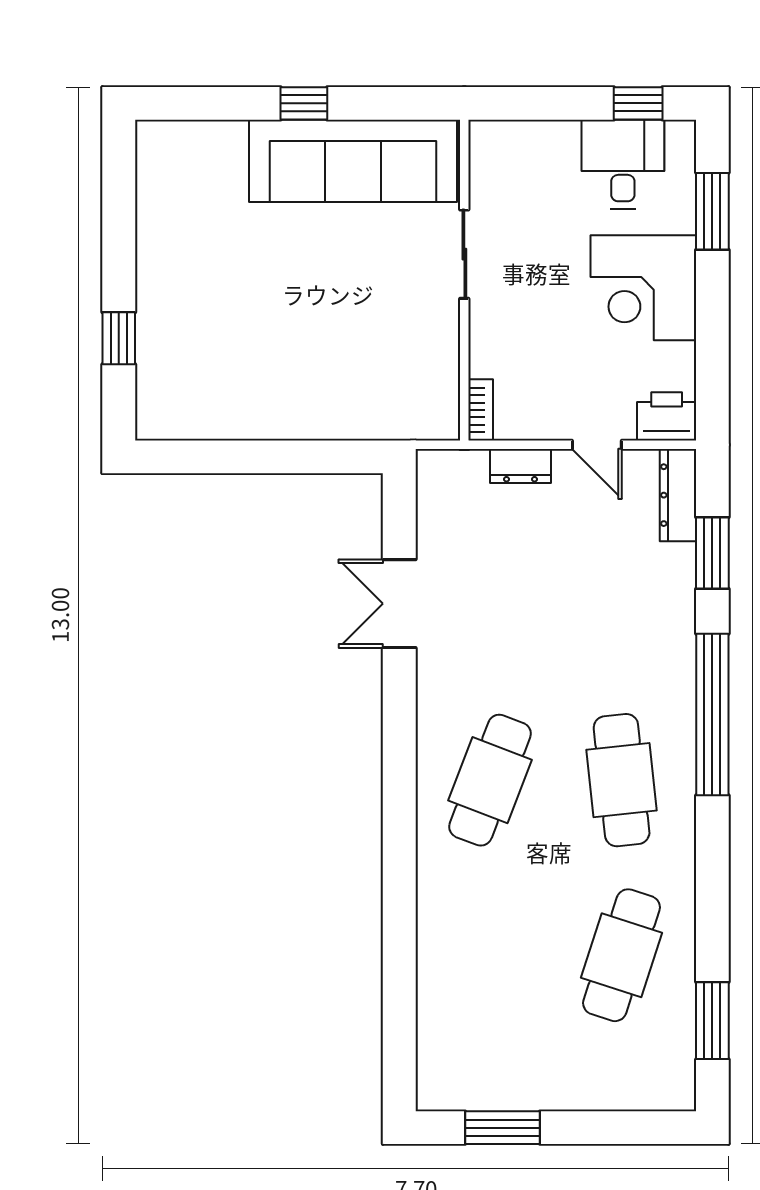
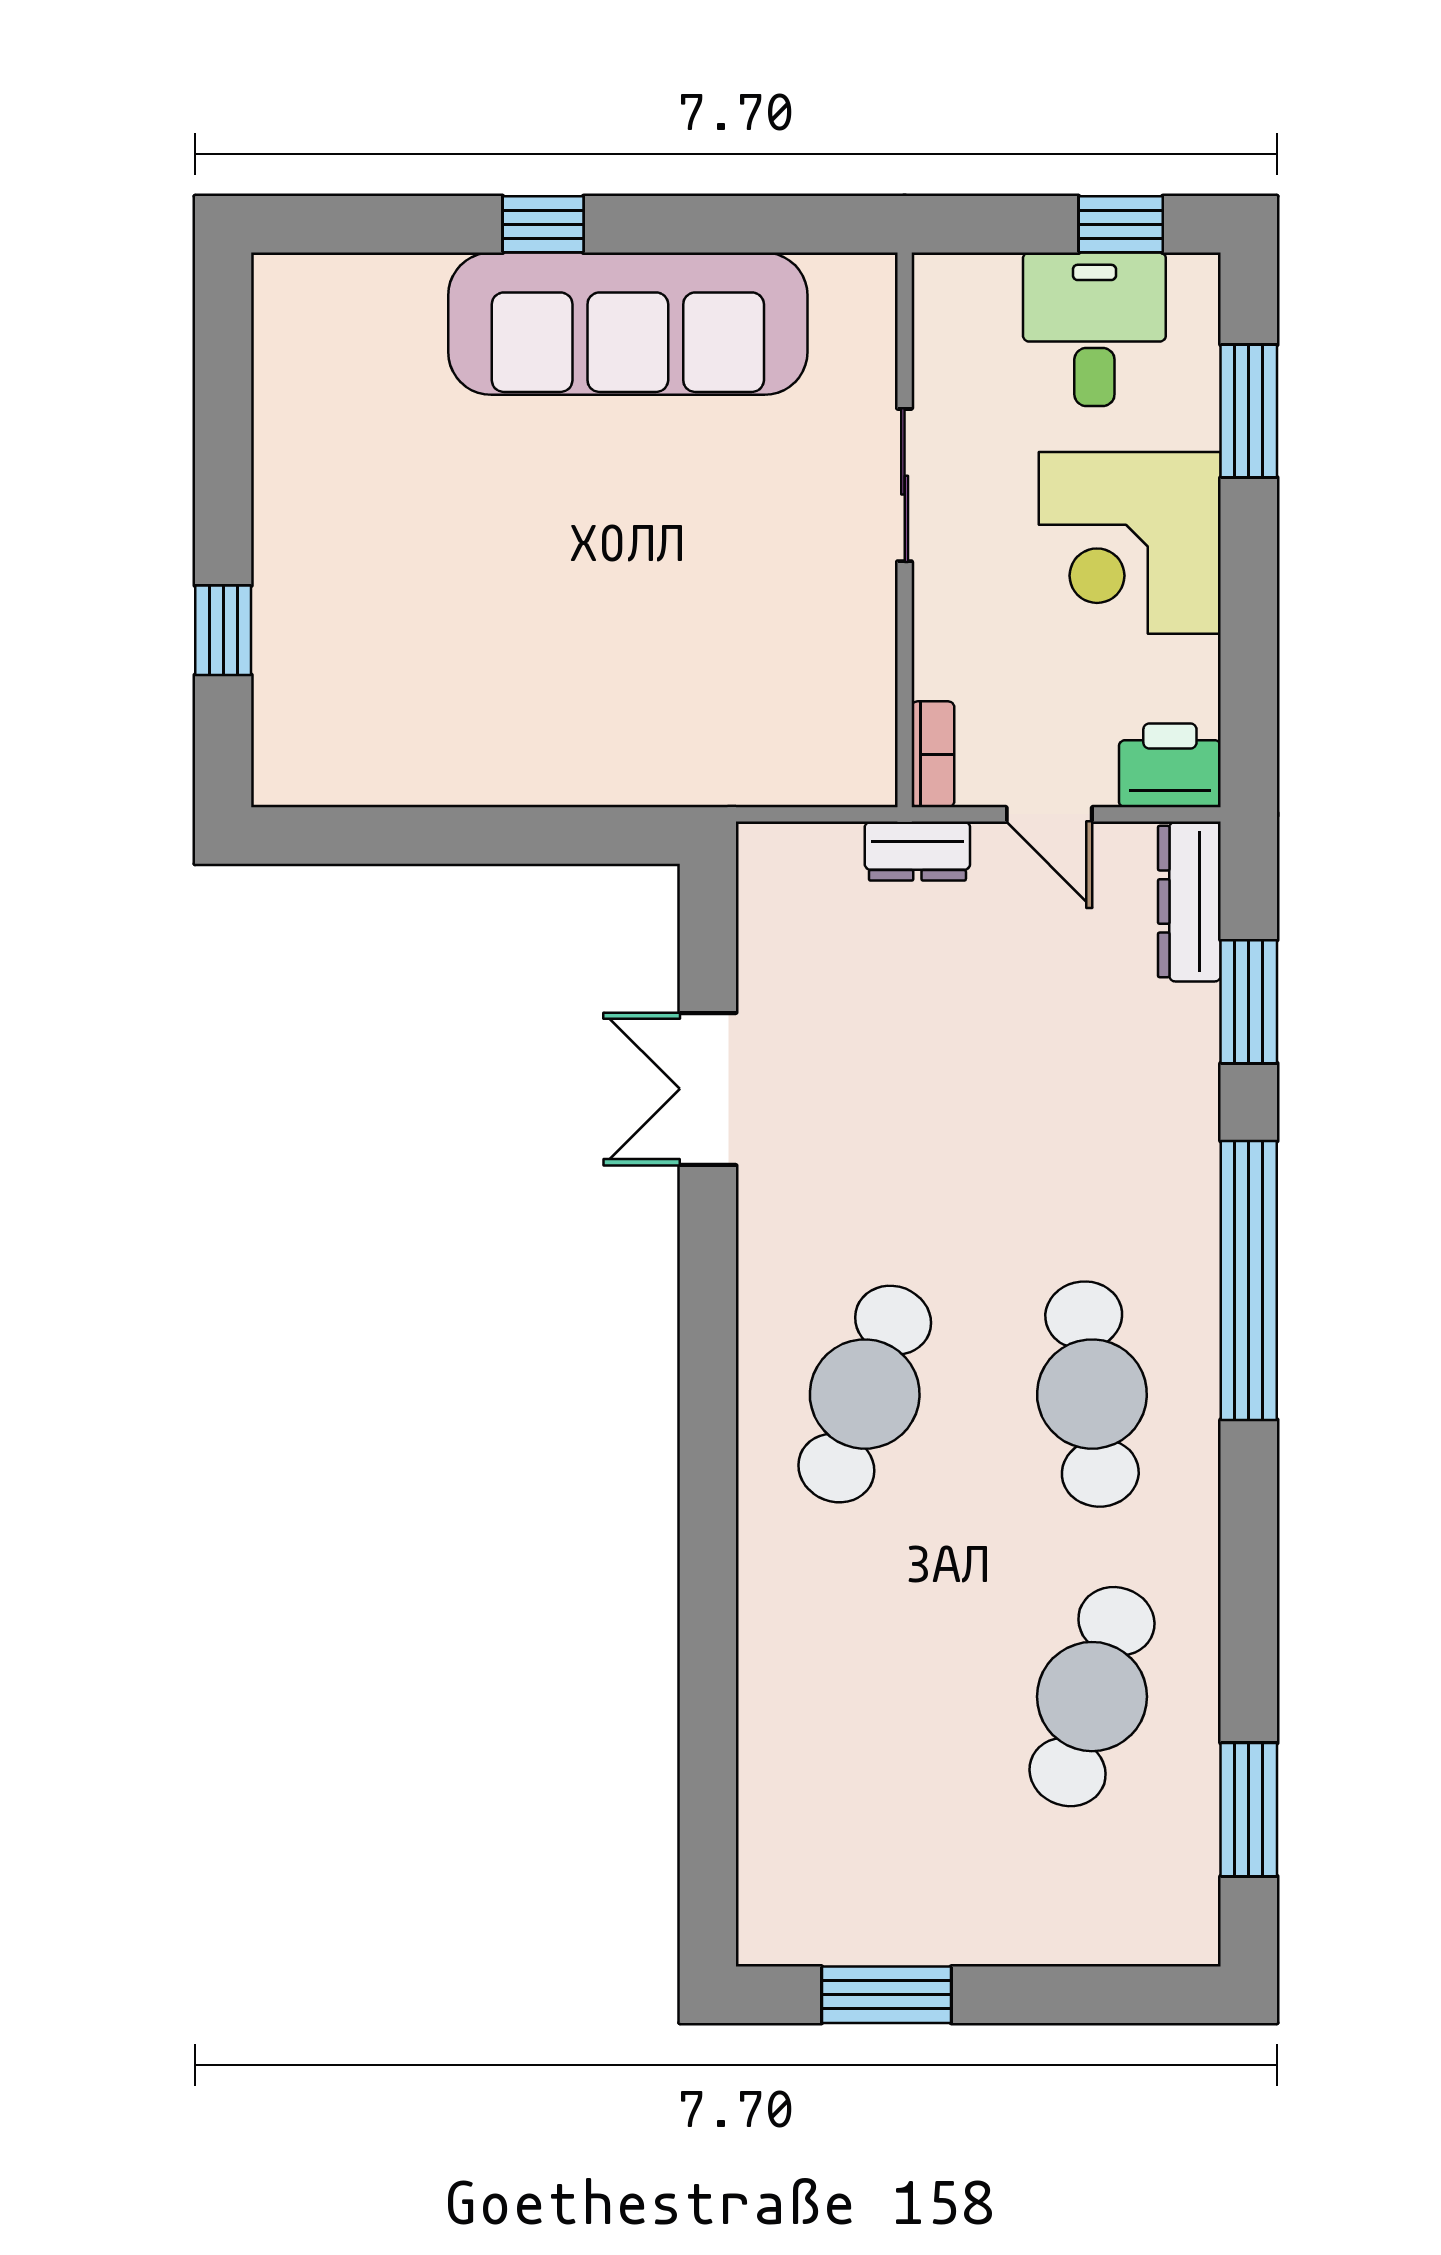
sliding door: (464, 254) -> (905, 485), moved
wall: (464, 280) -> (905, 530), moved
bookcase: (481, 410) -> (933, 754), moved

